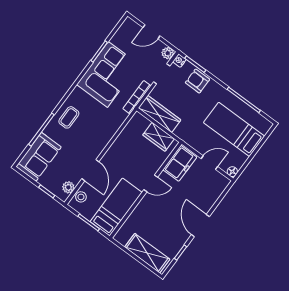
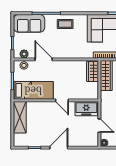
wardrobe: (159, 137) -> (93, 71), moved
door: (90, 170) -> (44, 59), swing flipped
shelving: (147, 253) -> (20, 117), moved

